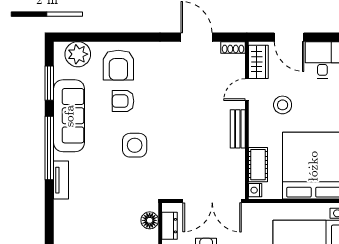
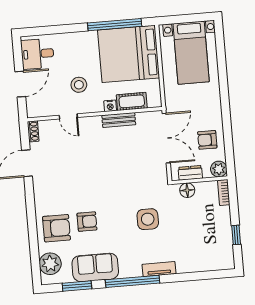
wardrobe: (258, 62) -> (44, 109), removed
armchair: (123, 101) -> (87, 222), turned -90
sofa: (69, 116) -> (95, 267), width x0.73
bench: (238, 129) -> (119, 120), moved
side table: (135, 145) -> (148, 219), moved
nightstand: (255, 190) -> (110, 106), moved

